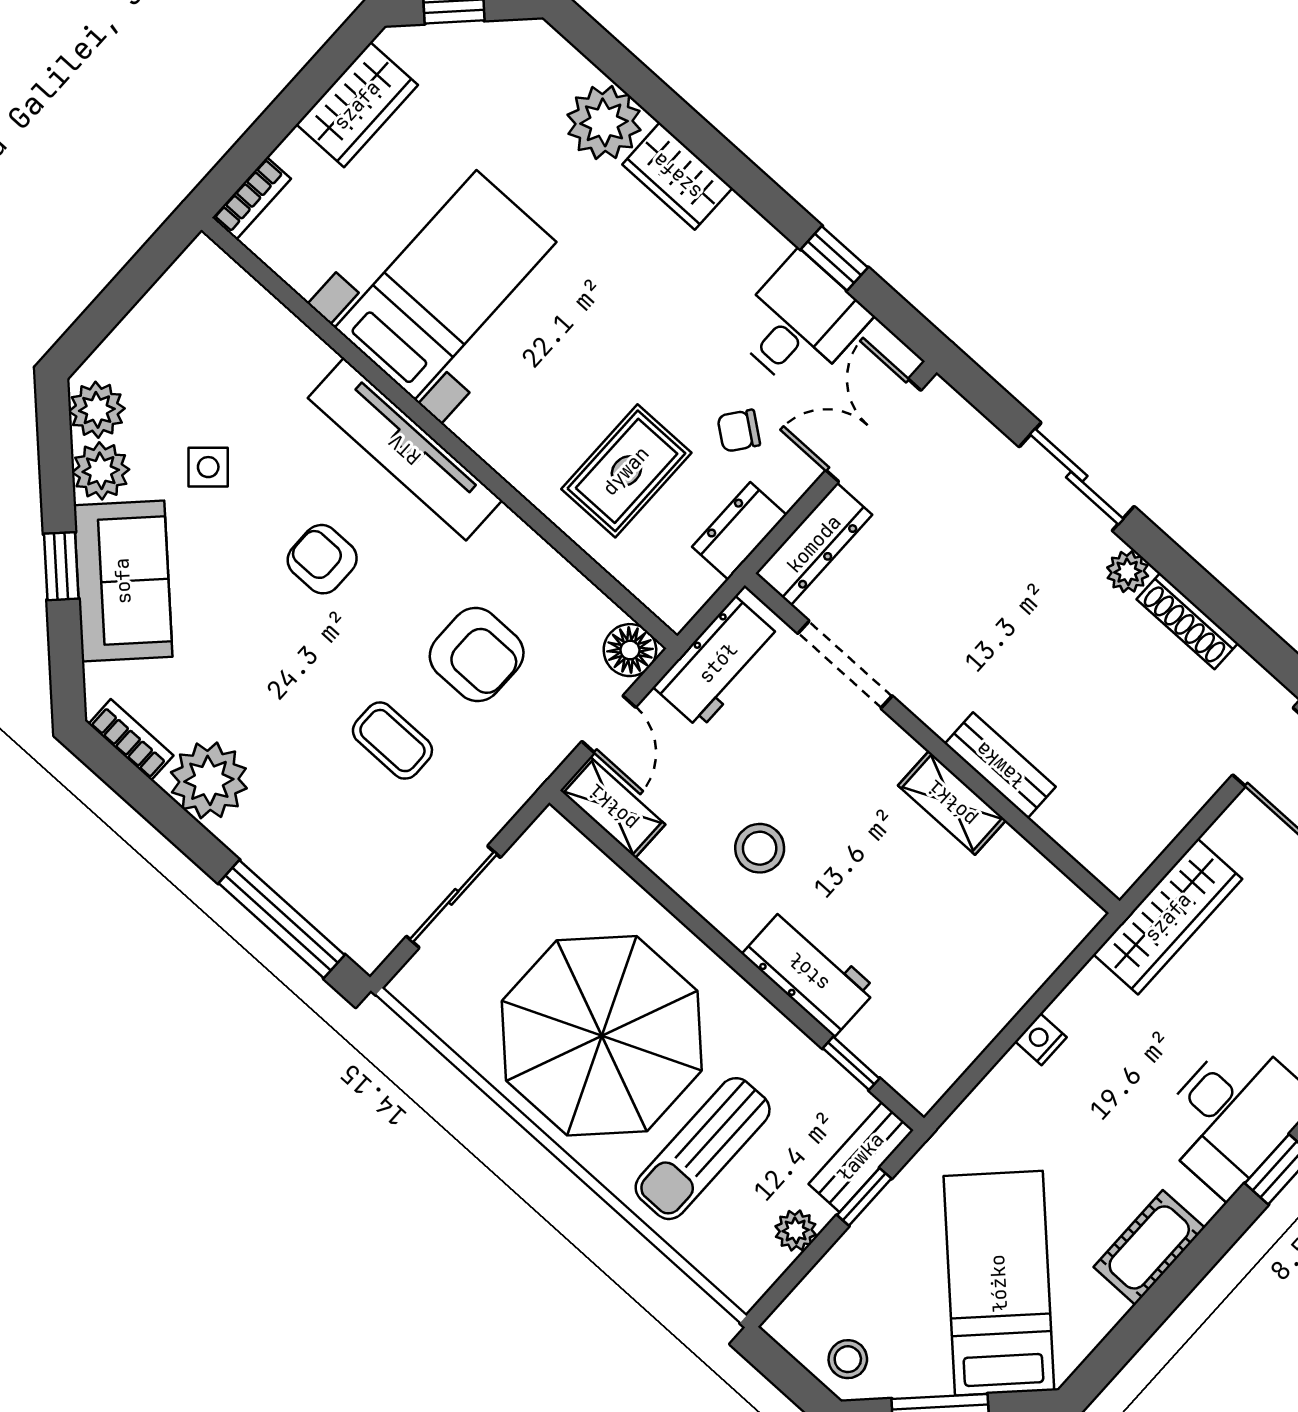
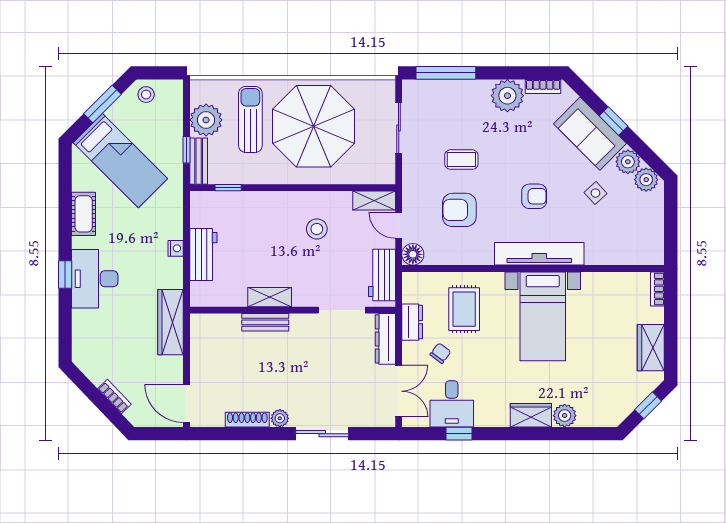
plant: (604, 122) -> (565, 416), width x0.73, depth x0.73
bed with nightstands: (446, 285) -> (543, 316), moved
workbench: (809, 972) -> (203, 254), moved, turned -90
plant: (796, 1231) -> (206, 120), width x1.88, depth x1.88

